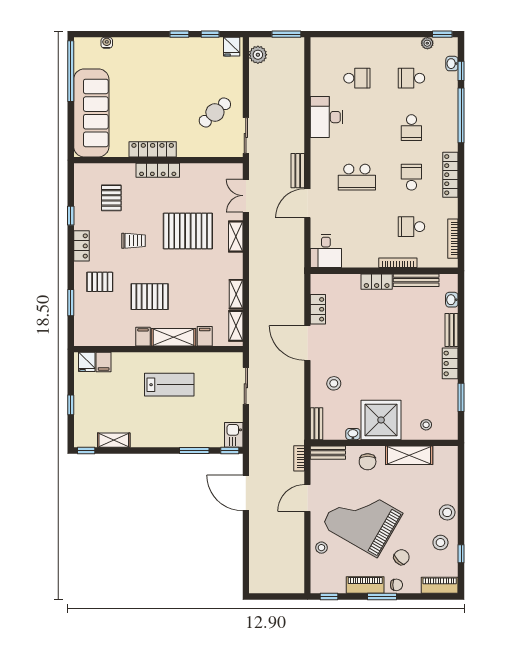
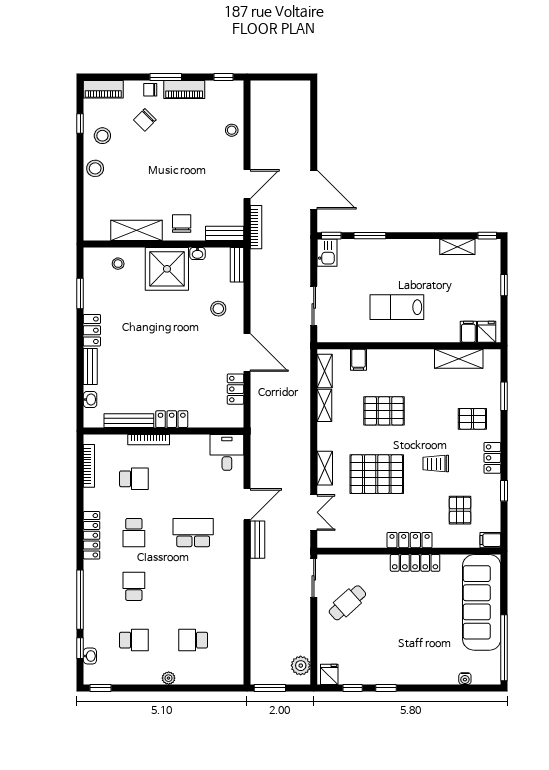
plant: (427, 43) -> (169, 678), moved
desk: (327, 117) -> (226, 598), removed
pallet: (150, 297) -> (384, 411), moved
filing cabinet: (143, 337) -> (490, 540), moved, turned 90
shelving: (174, 337) -> (459, 359), moved
bookcase: (299, 458) -> (256, 227), width x1.56
grand piano: (362, 519) -> (188, 161), removed

